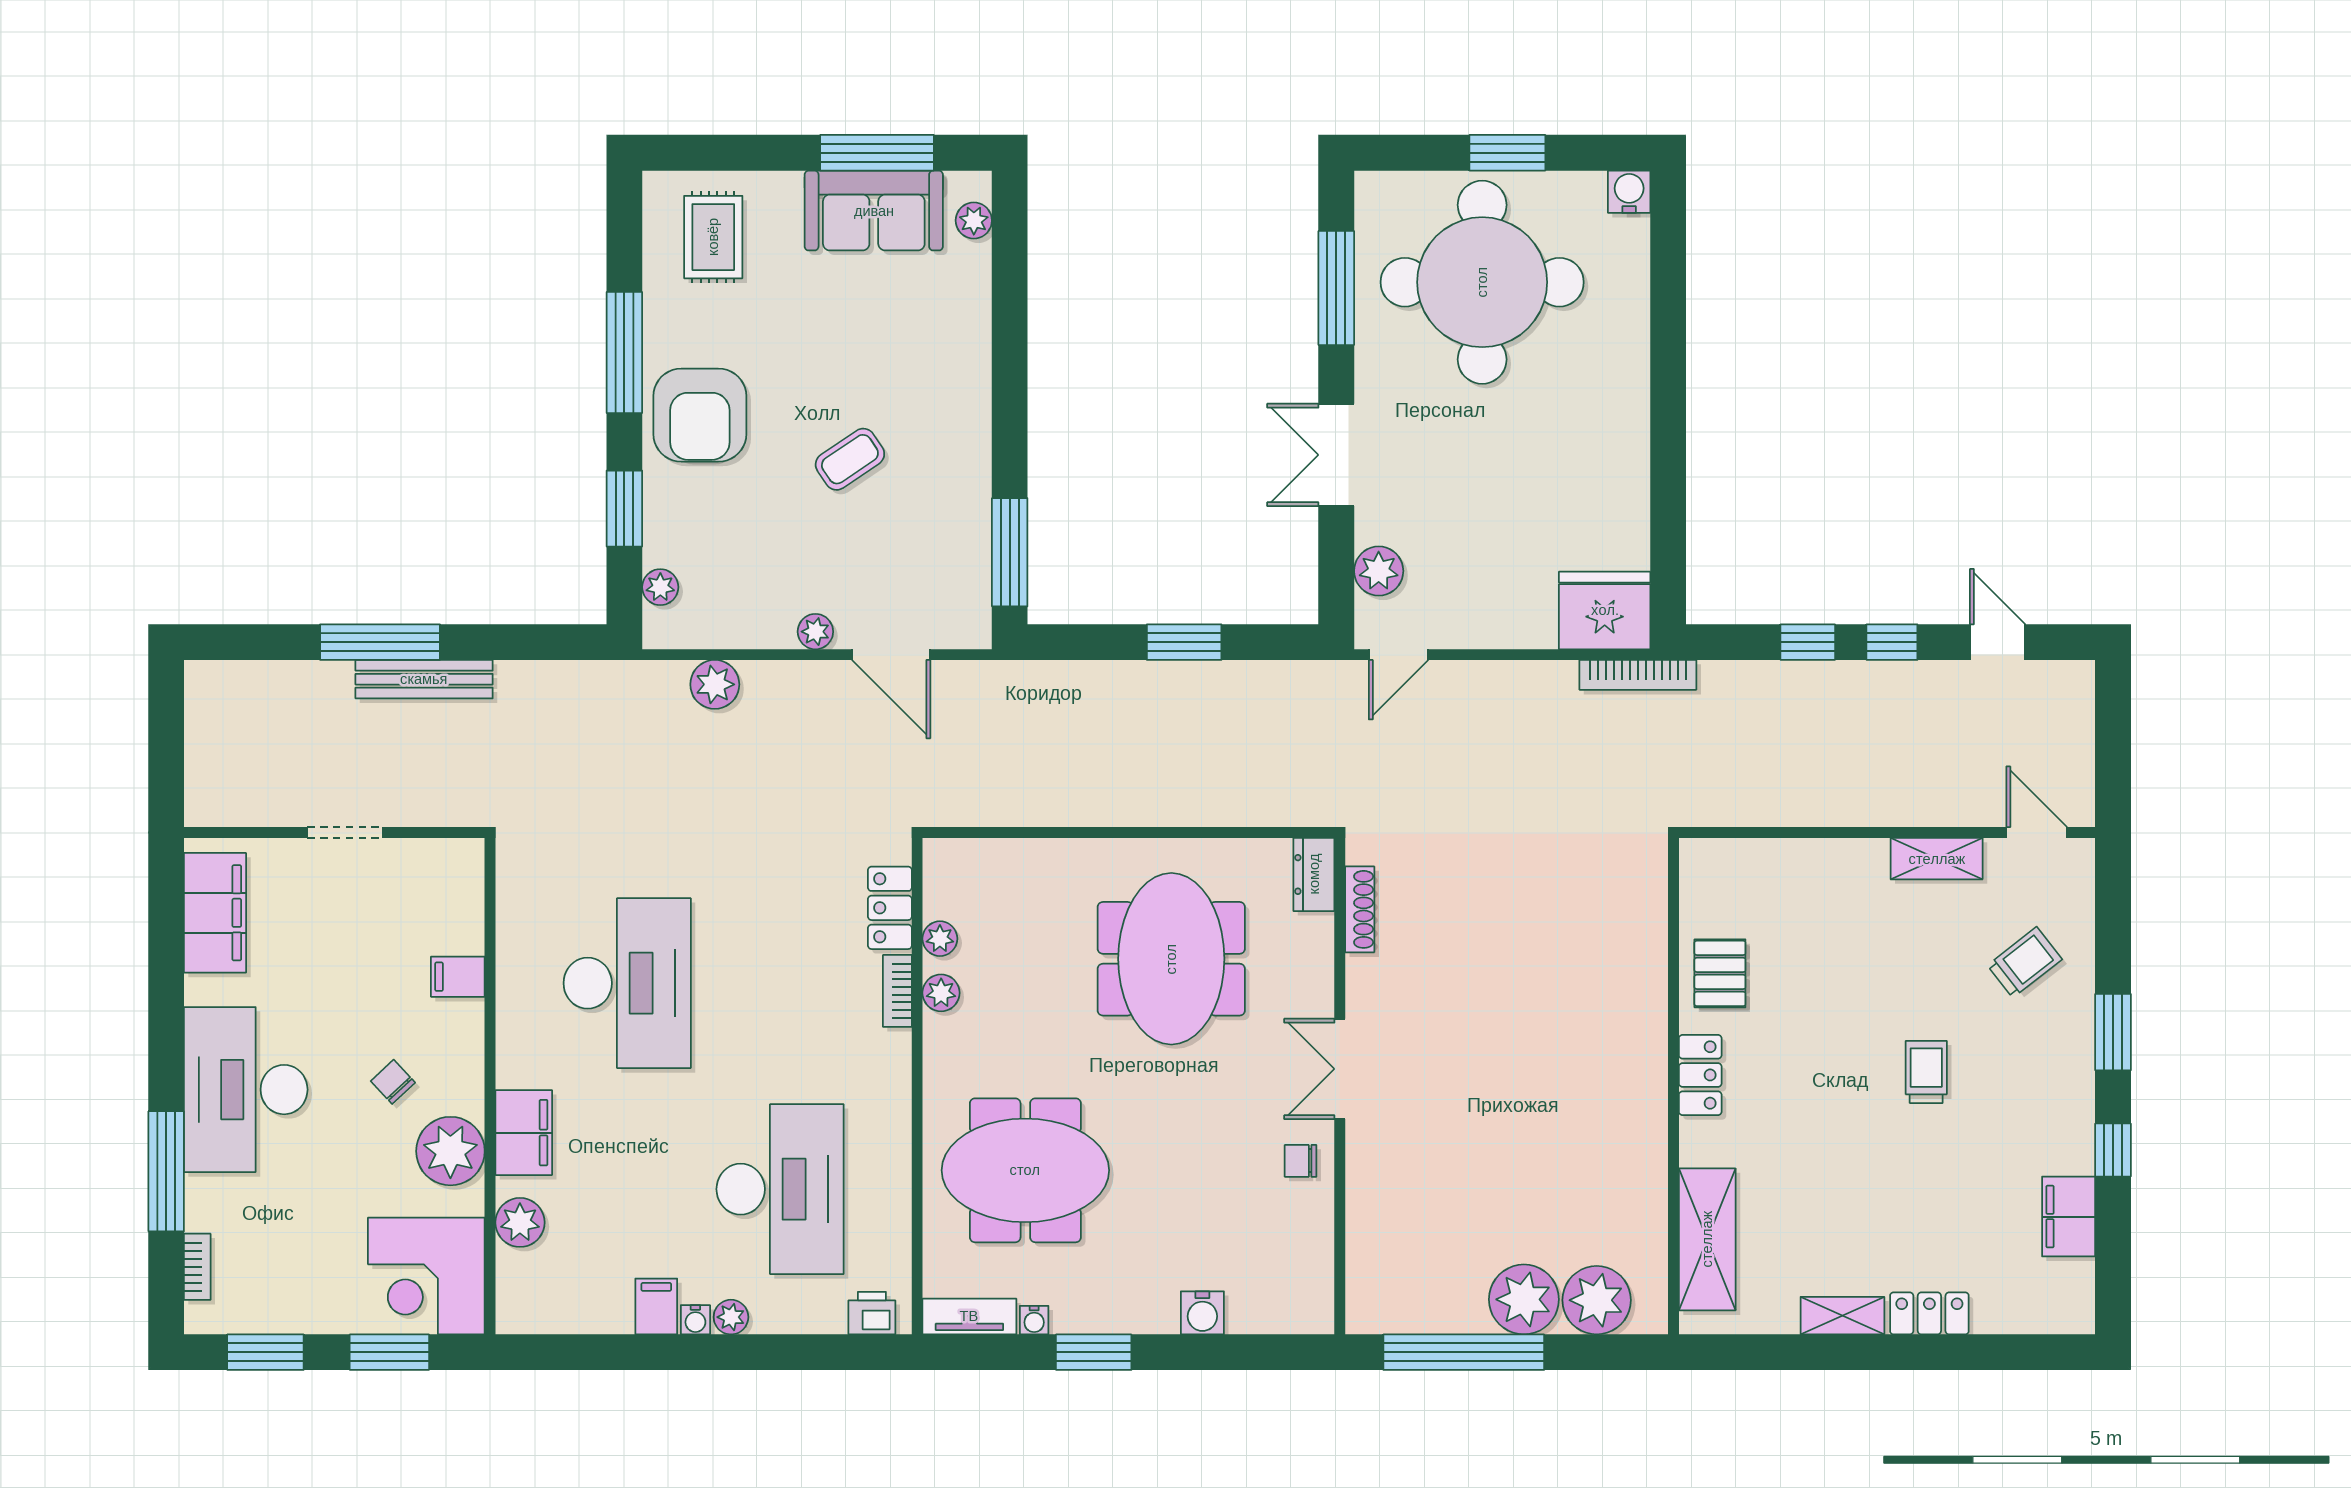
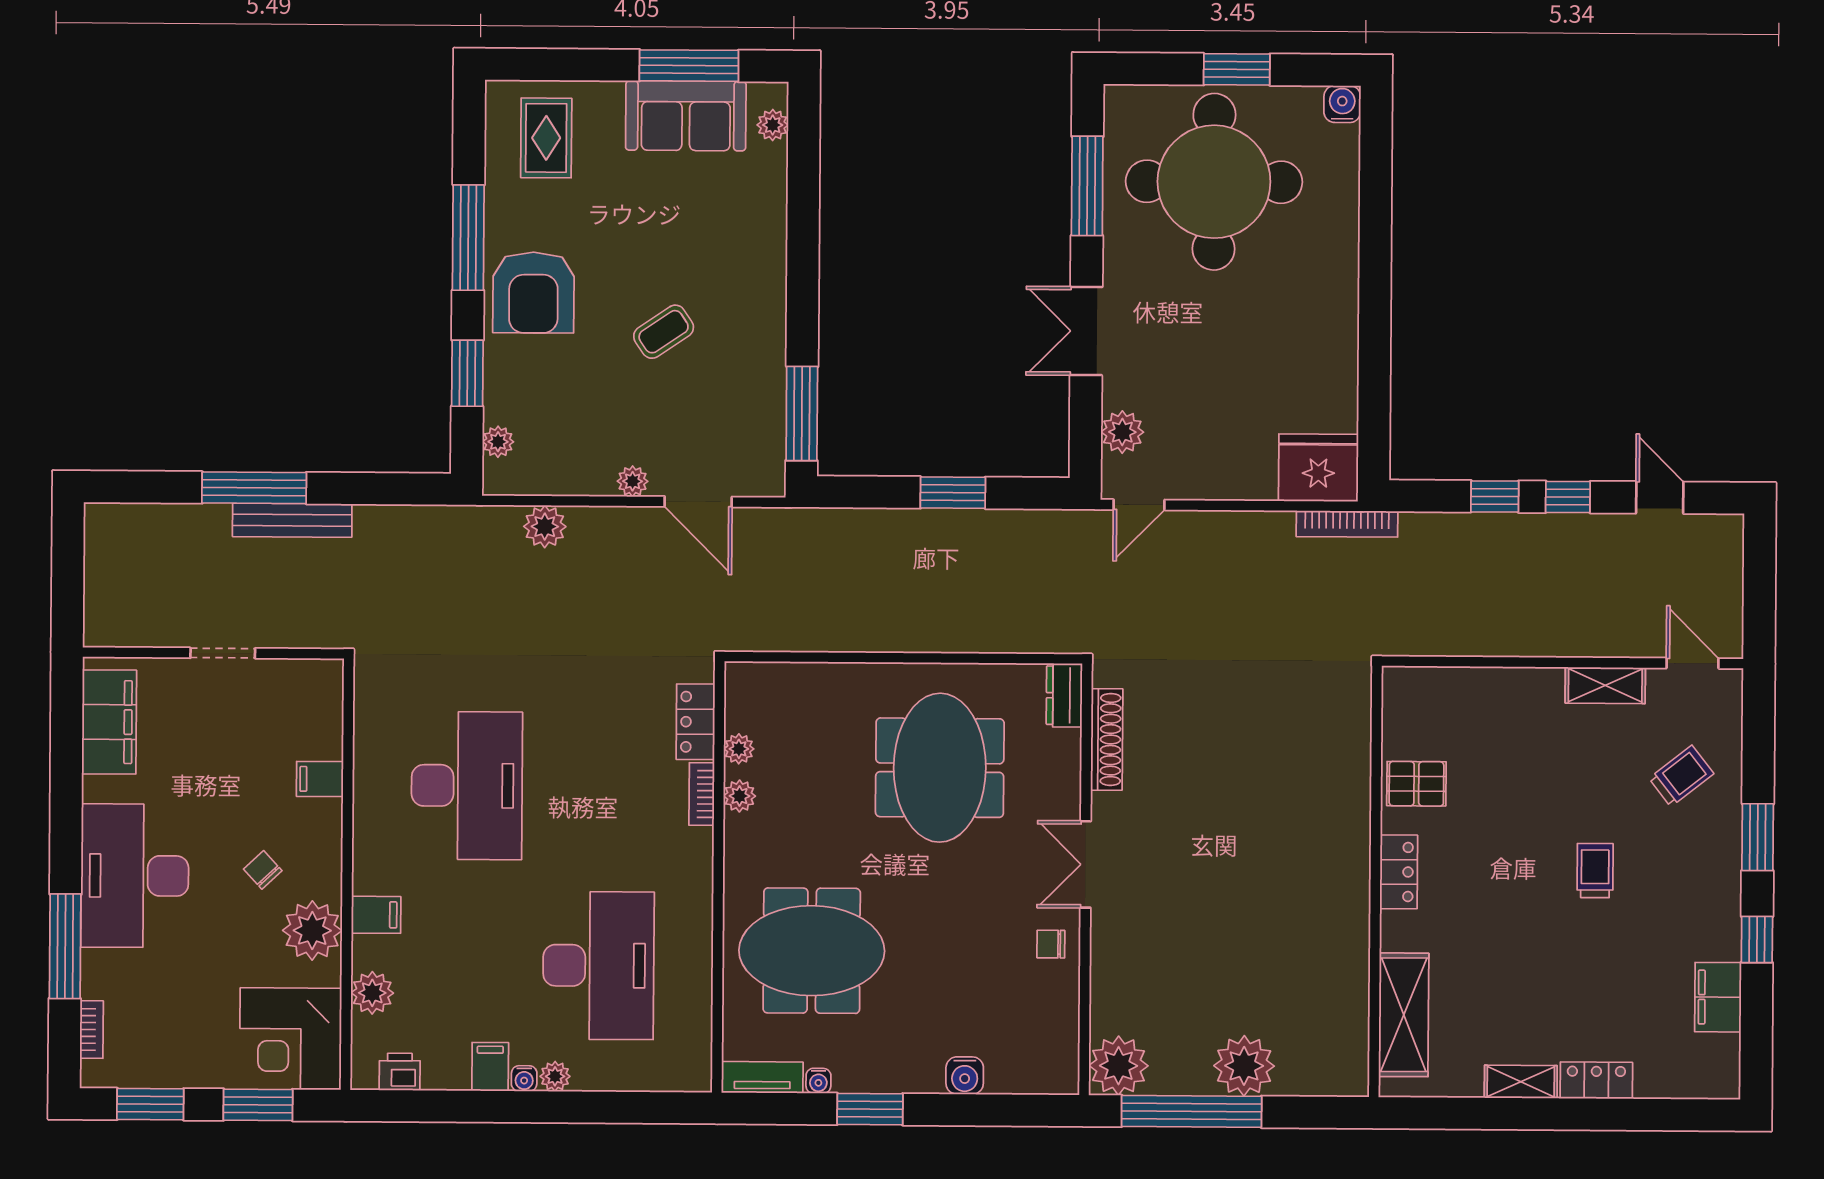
shoe rack: (1360, 909) -> (1107, 739), width x1.36, depth x1.24
pallet: (1720, 973) -> (1416, 784), turned 90
filing cabinet: (524, 1133) -> (376, 915), width x0.50
plant: (1597, 1300) -> (1119, 1066), moved
printer: (872, 1313) -> (400, 1072), moved

